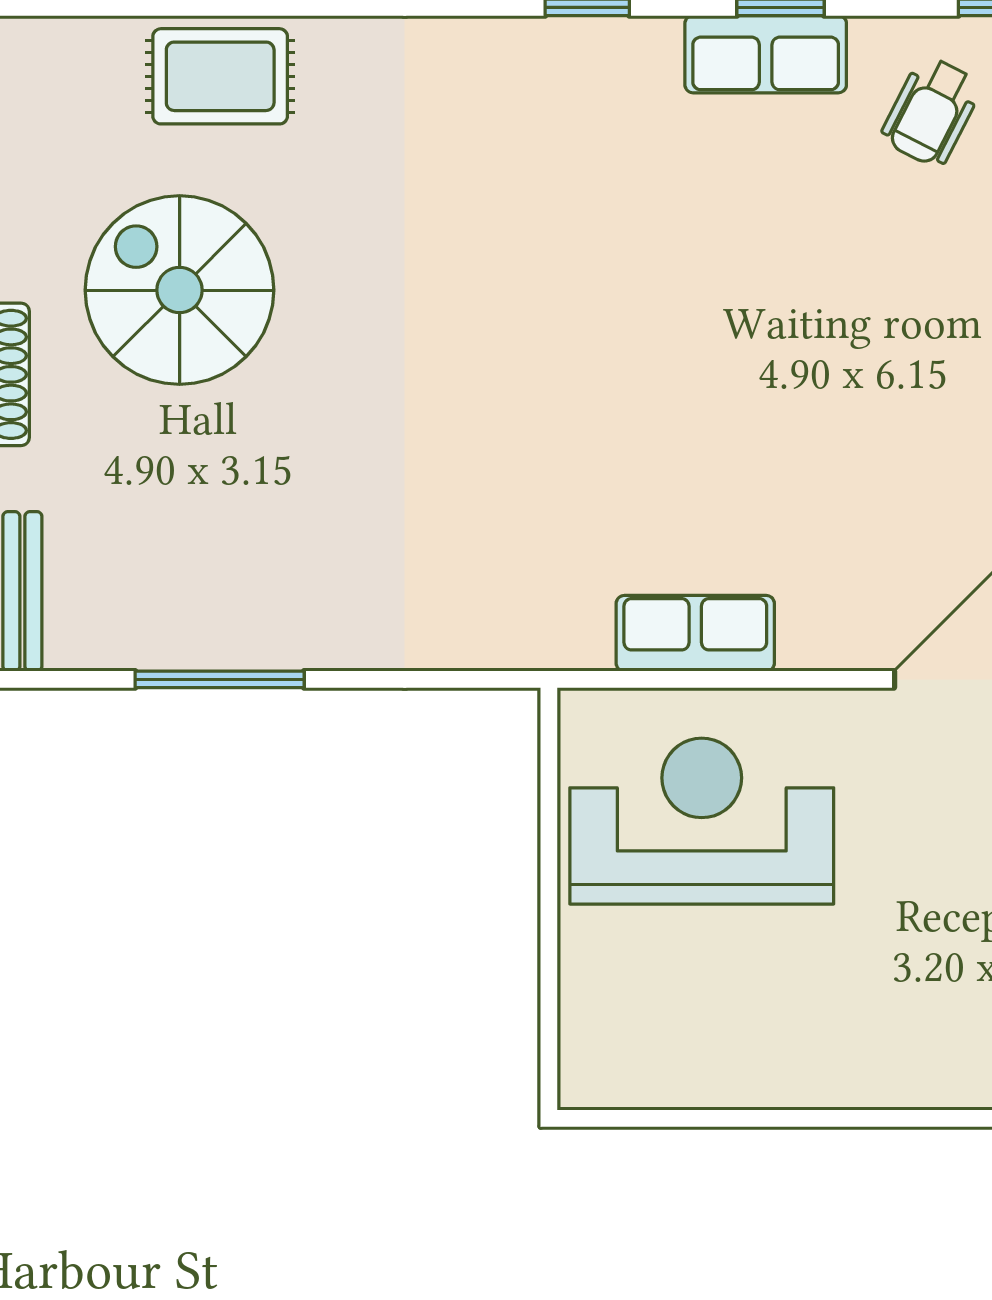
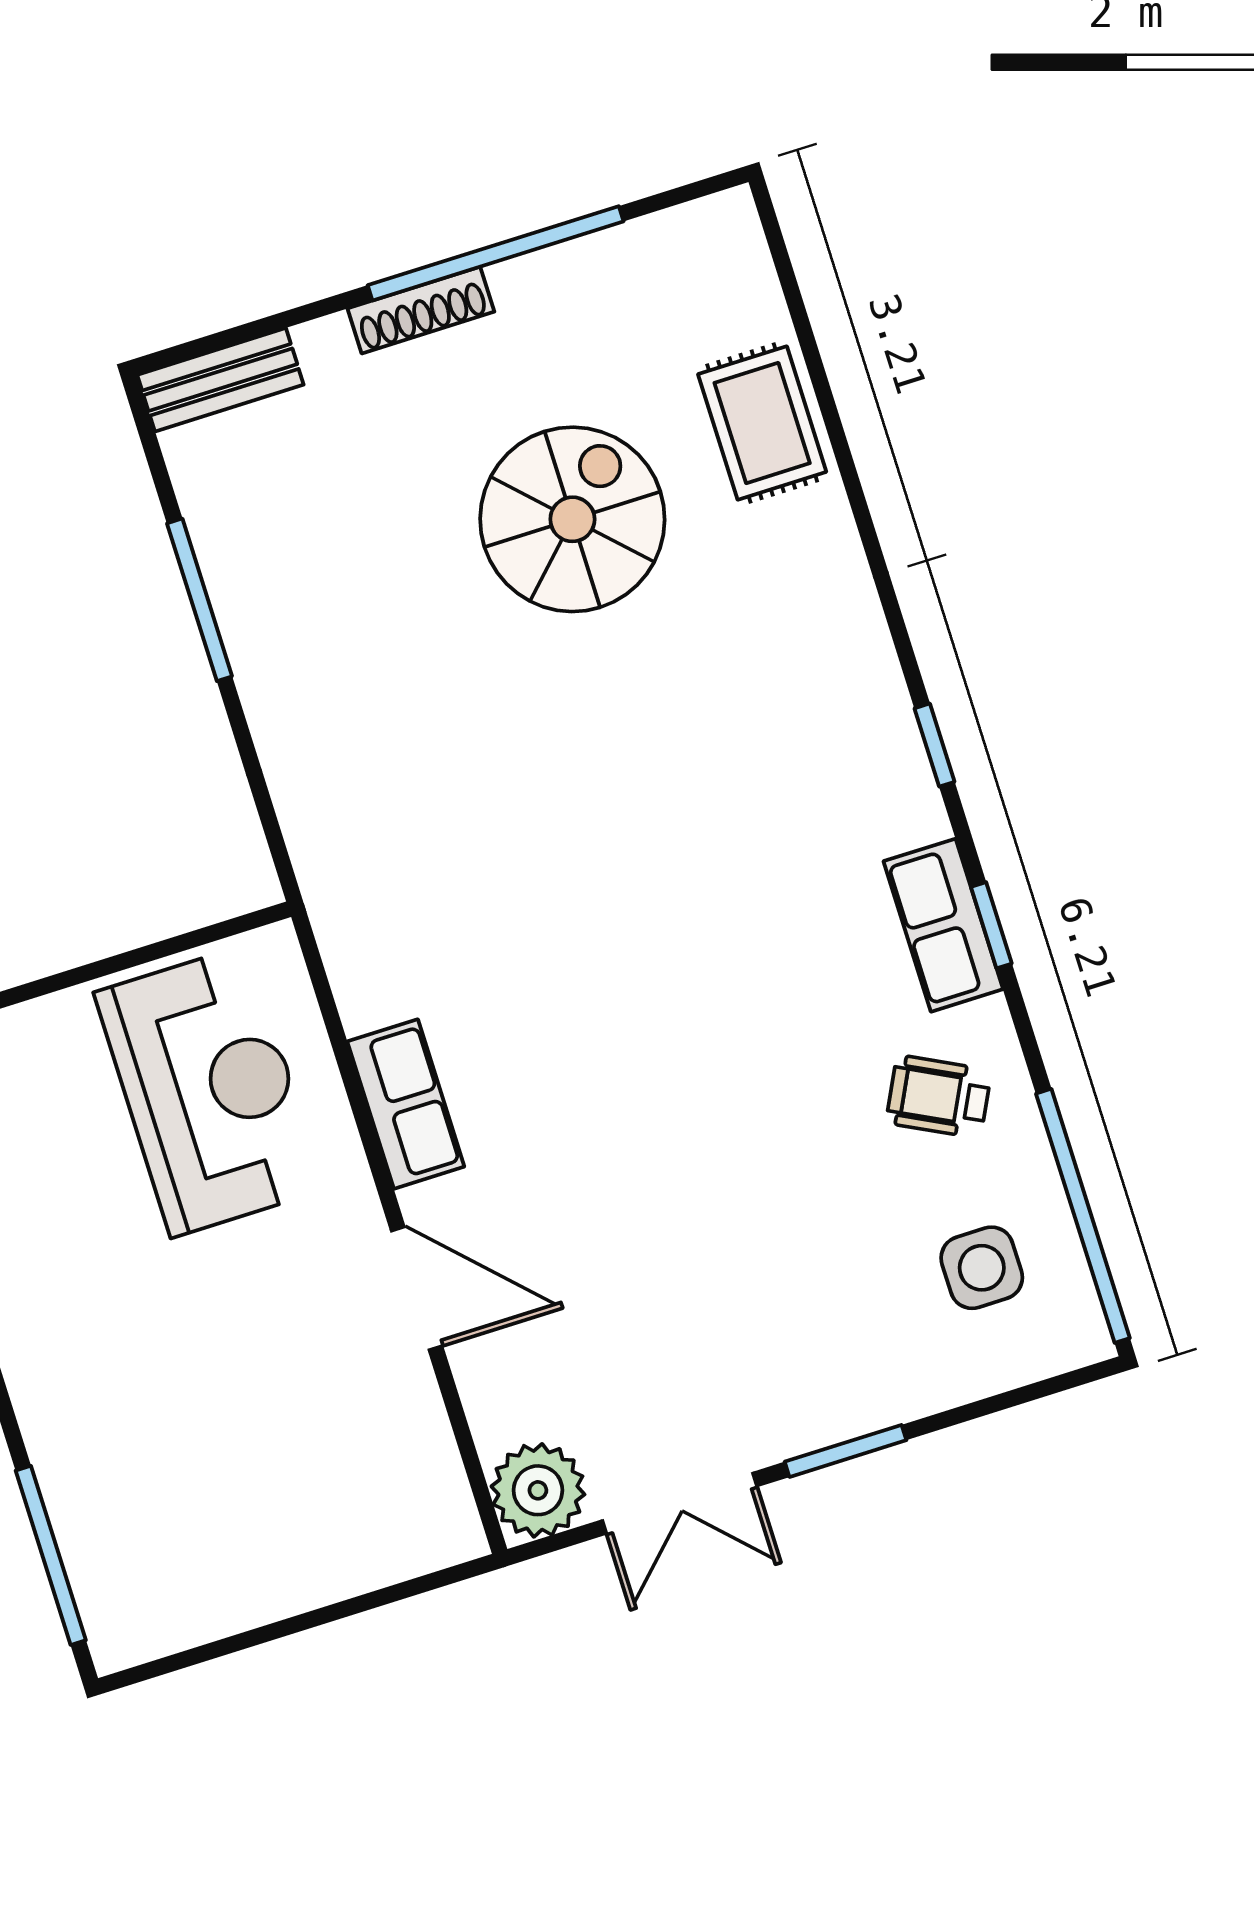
spiral stairs: (180, 290) -> (572, 519), moved
row of seats: (695, 633) -> (406, 1104), moved

